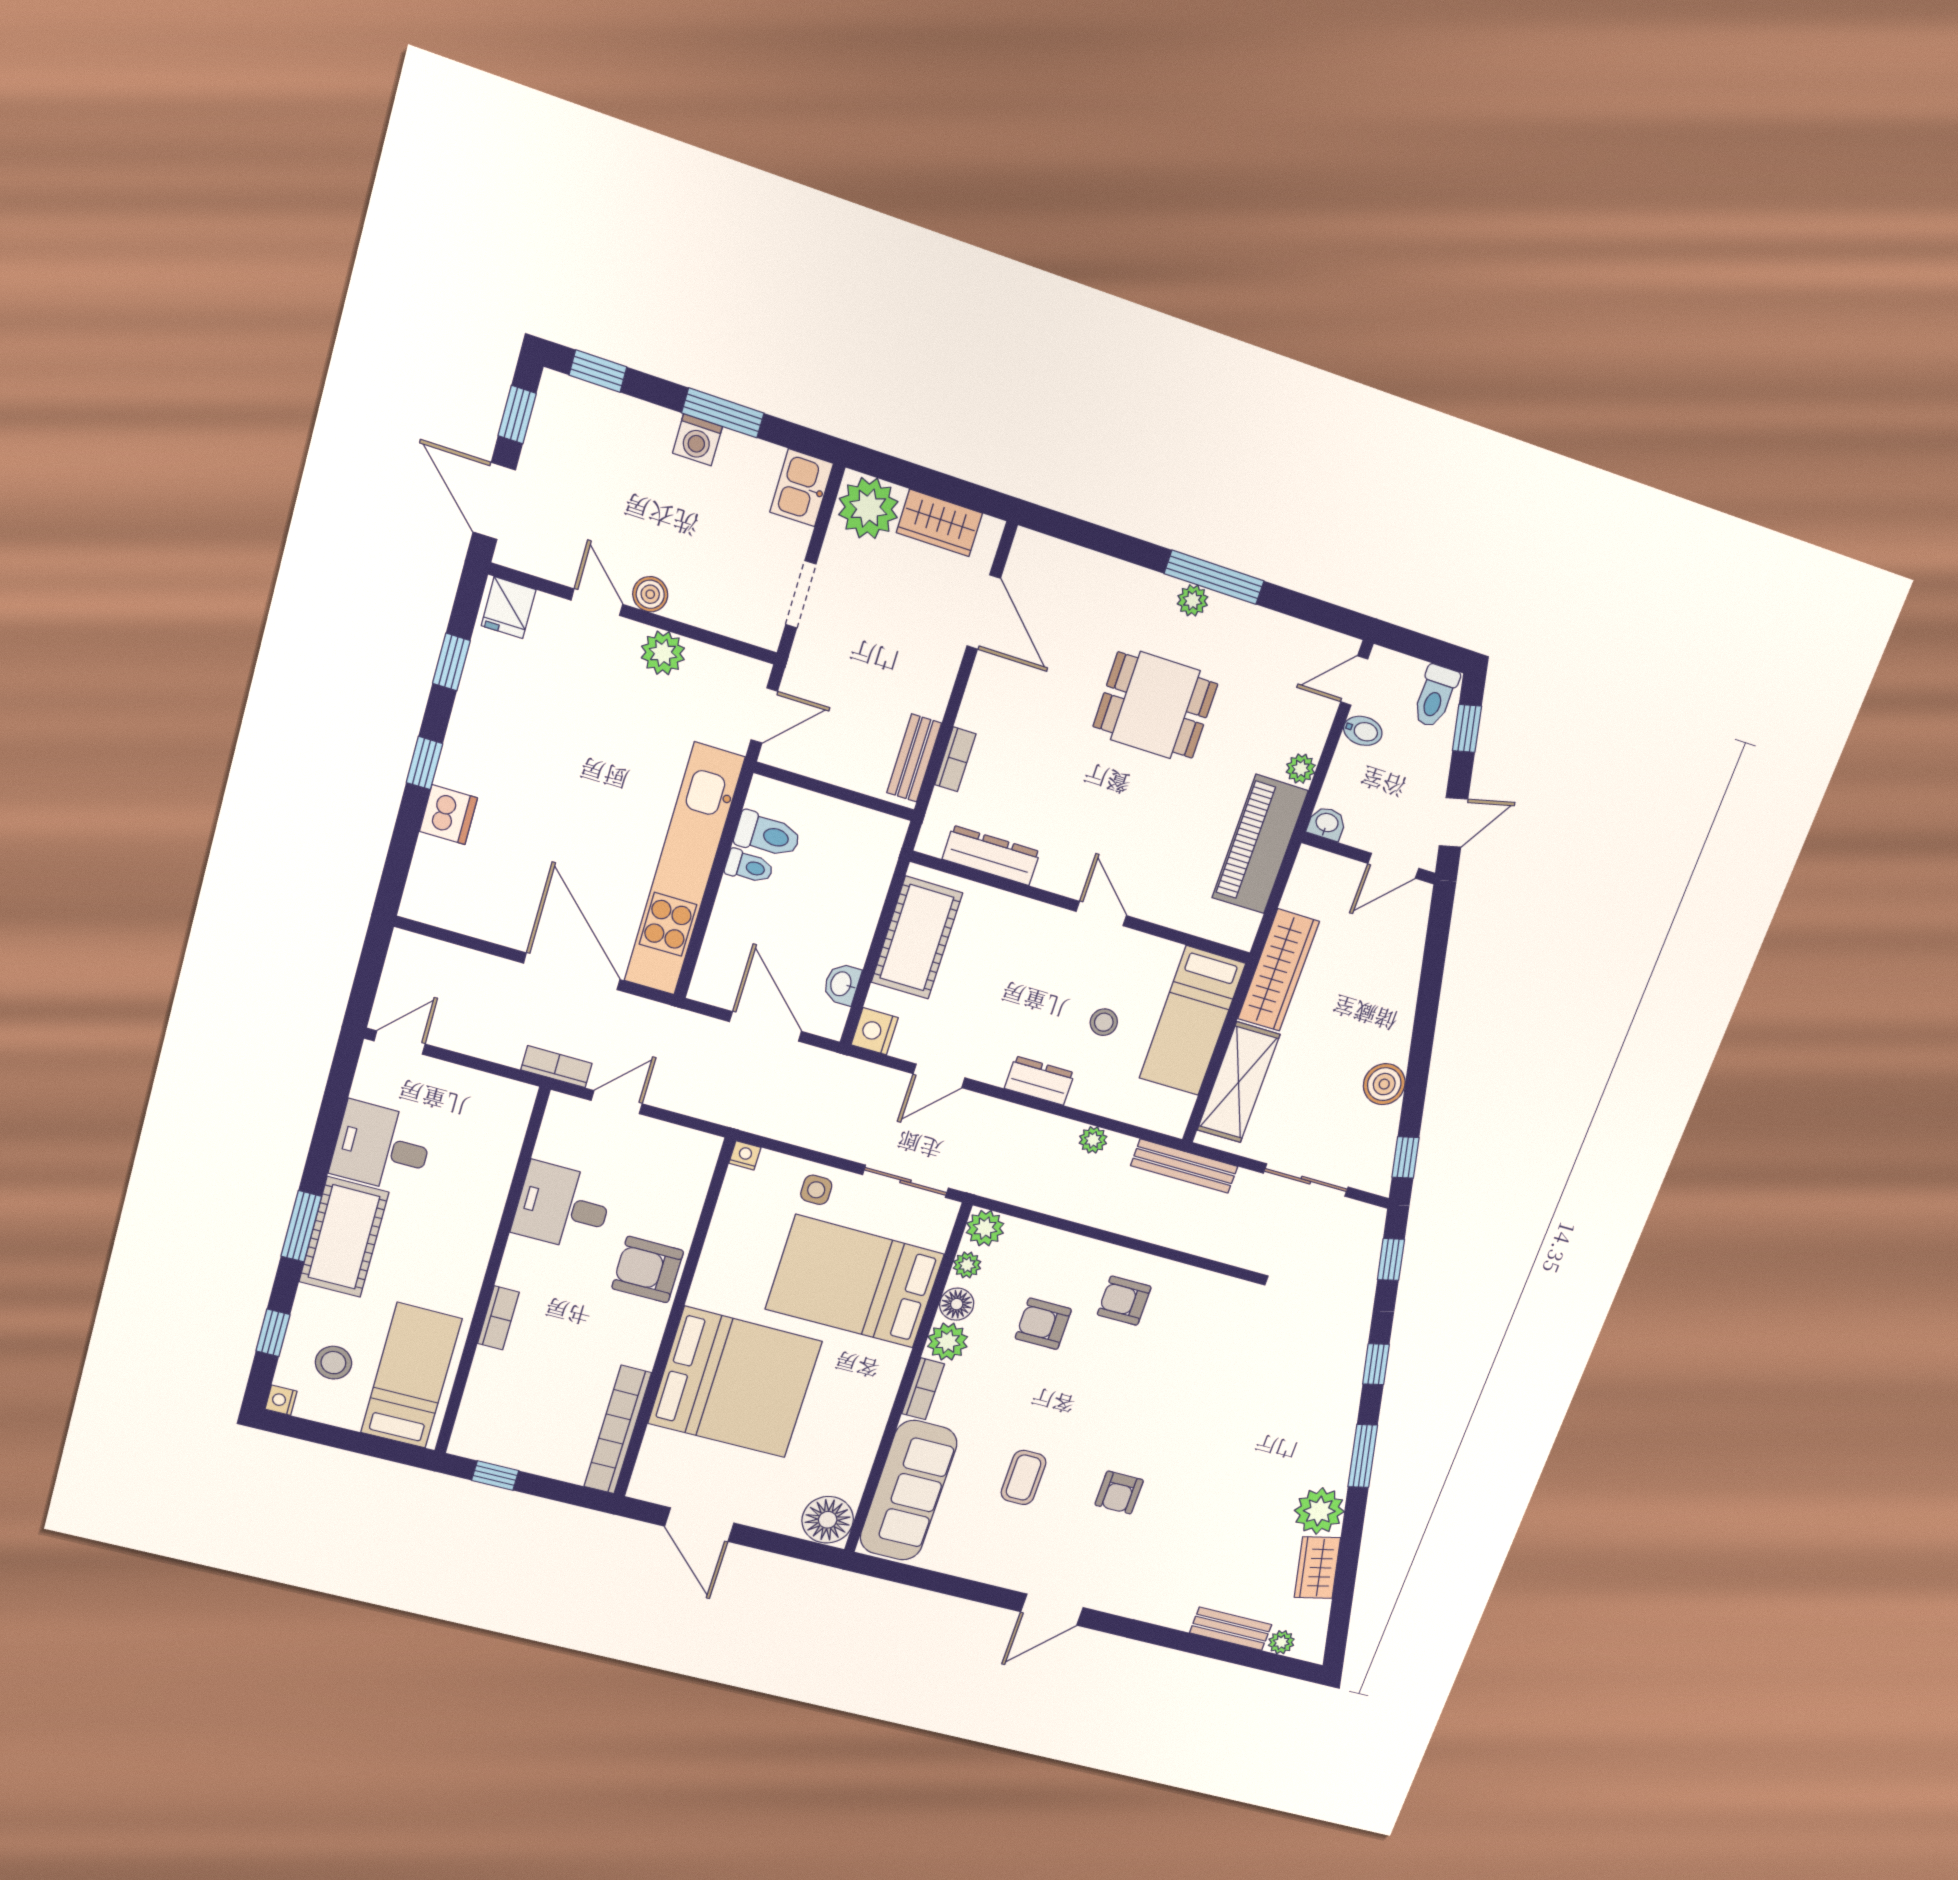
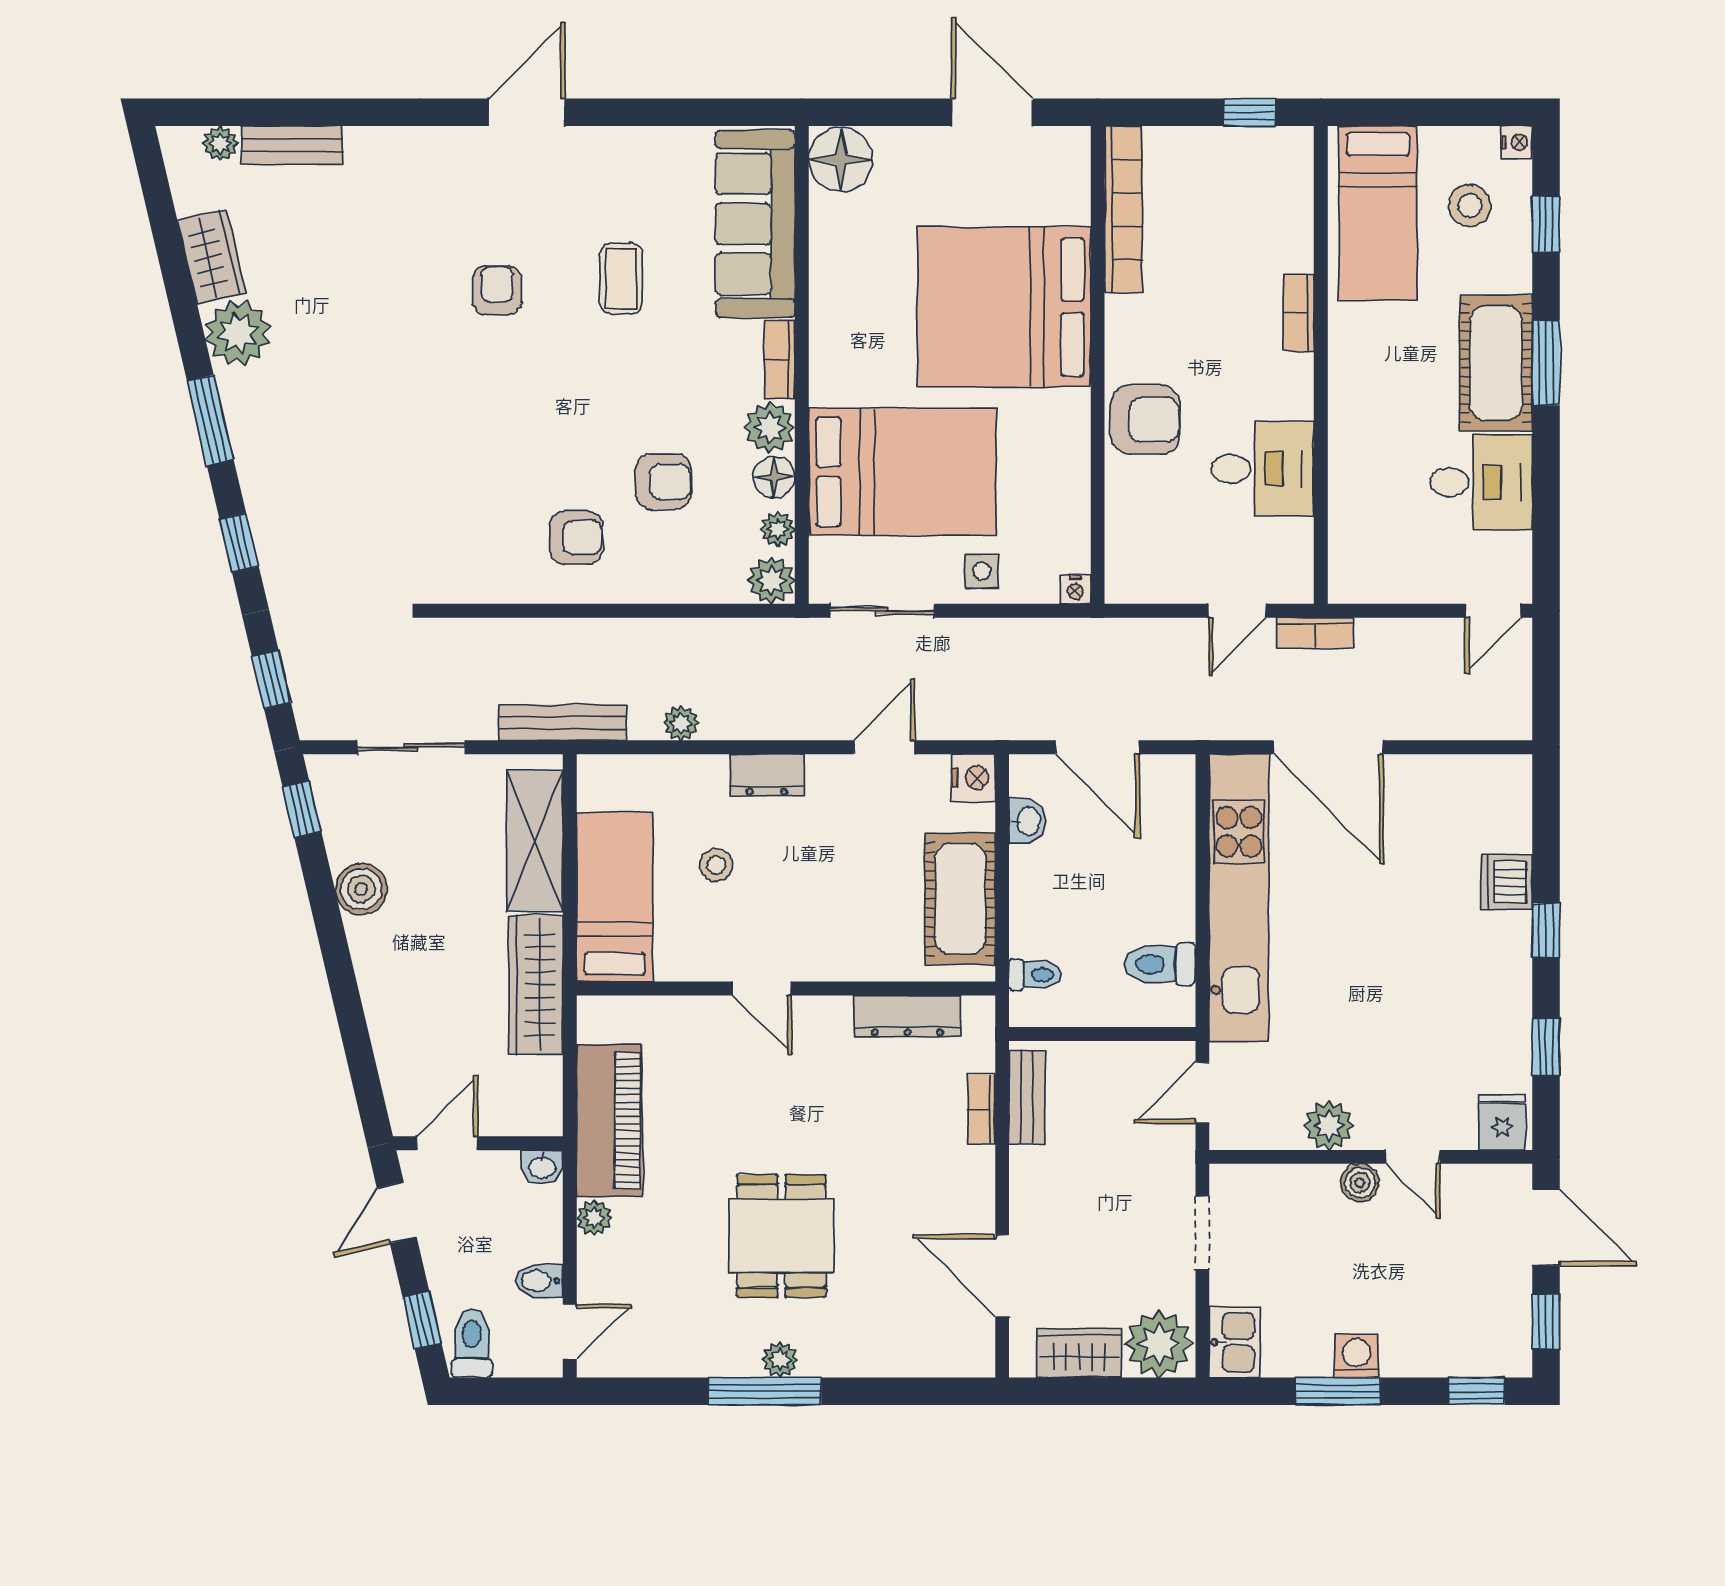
dining table: (1155, 705) -> (781, 1236), turned 90
toilet: (749, 867) -> (1035, 975), moved, turned 180

